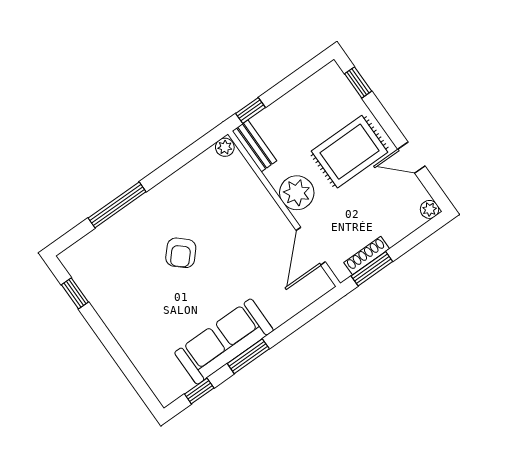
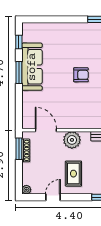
rug: (350, 152) -> (73, 174), width x0.73, depth x0.70
armchair: (181, 253) -> (81, 75), turned 138

